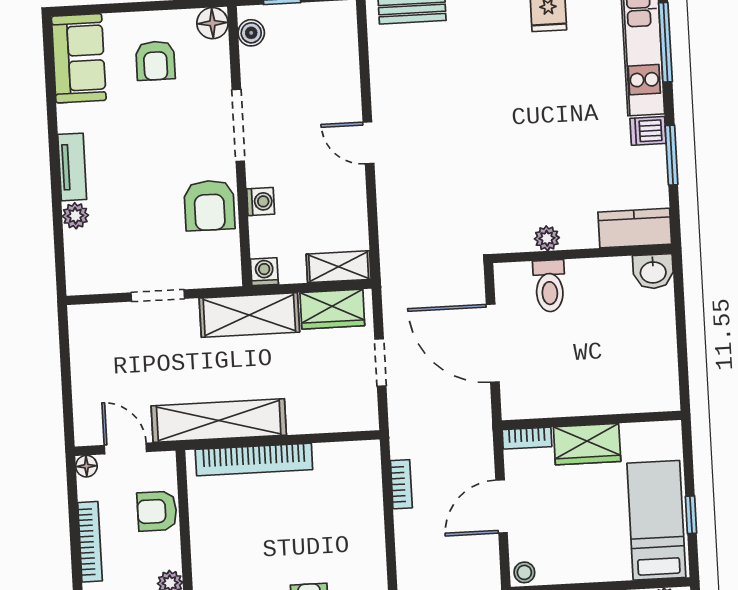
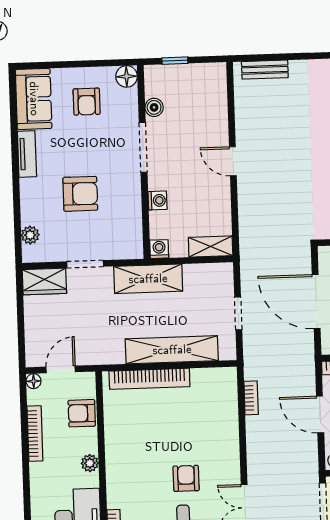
boiler: (251, 33) -> (154, 107), moved
tv unit: (72, 167) -> (27, 154), moved
armchair: (209, 205) -> (80, 194), moved, turned -90
plant: (75, 216) -> (30, 235), moved
wardrobe: (332, 309) -> (44, 281), moved
shelving: (219, 421) -> (172, 350), moved
door: (125, 449) -> (61, 369), hinge flipped
door: (502, 506) -> (320, 414), hinge flipped

